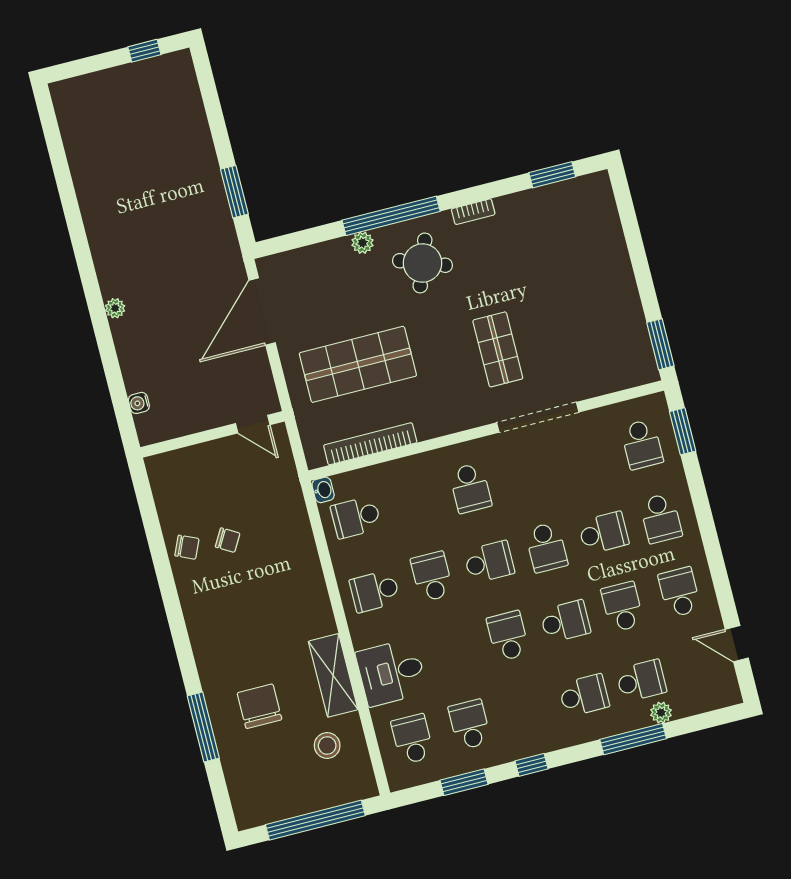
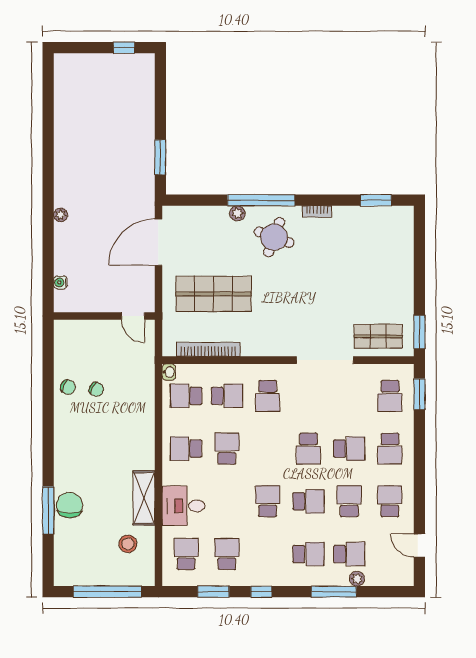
shop shelf: (498, 349) -> (378, 336), moved, turned 90
school desk: (489, 562) -> (227, 396), moved
chair: (259, 706) -> (69, 505), moved

